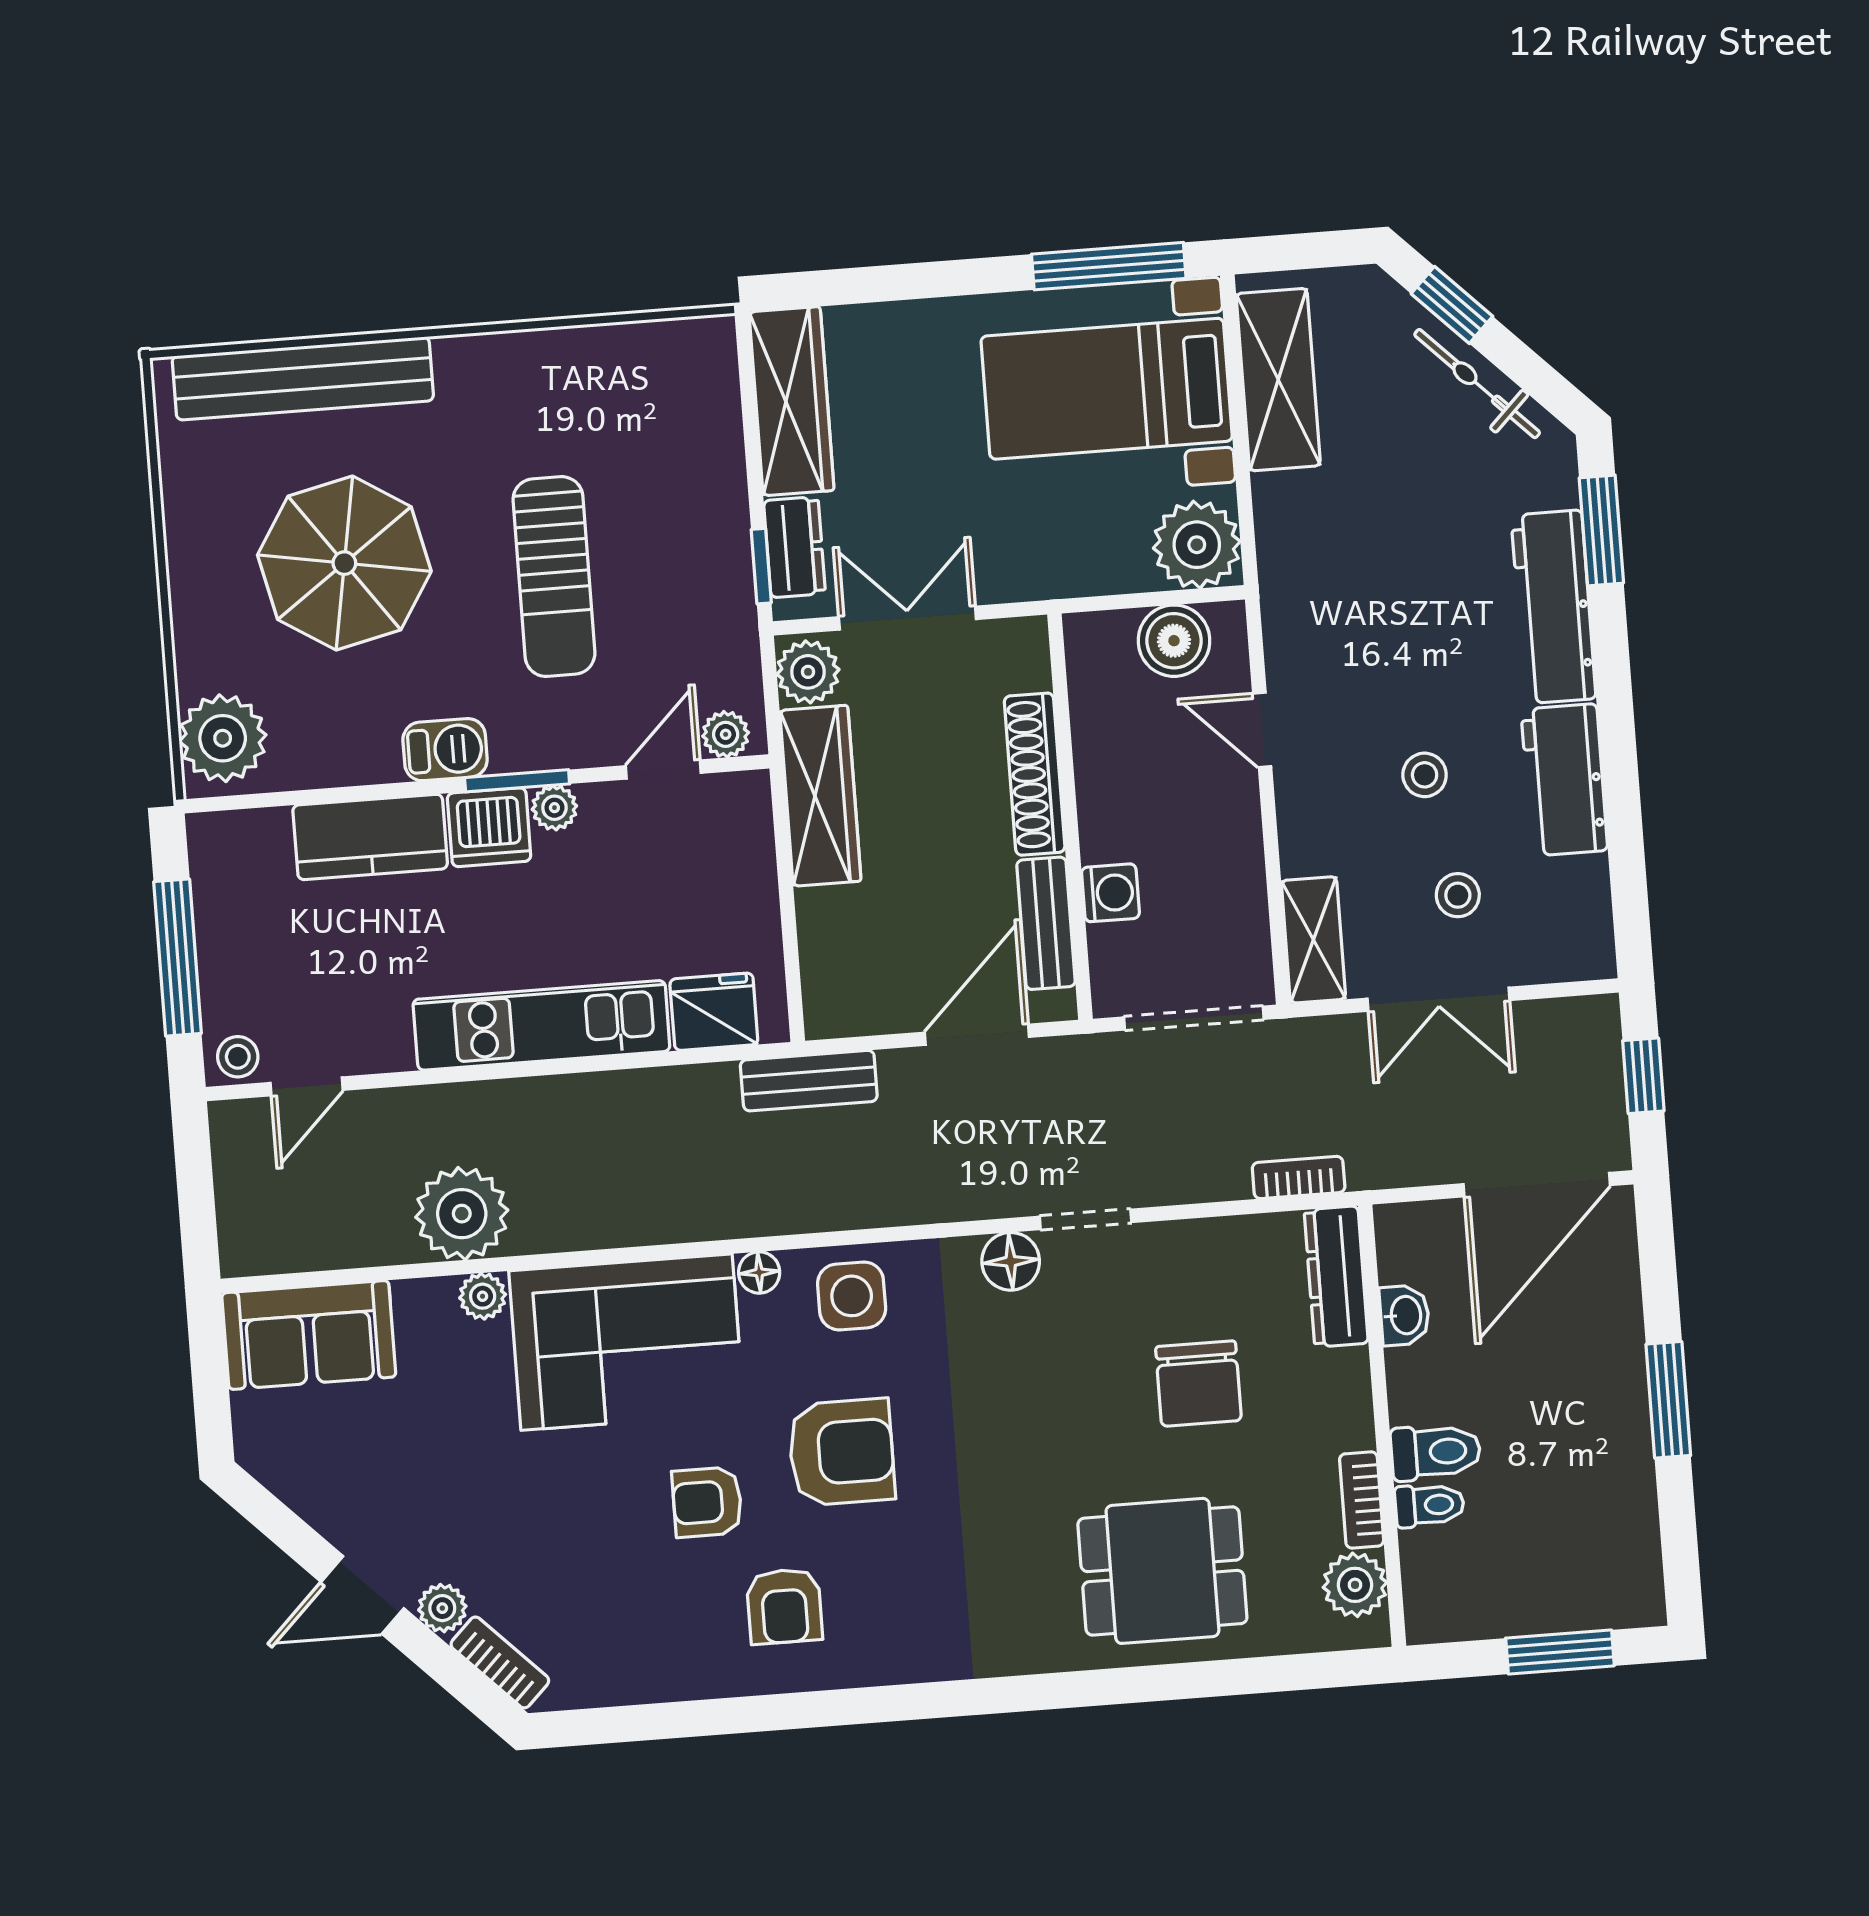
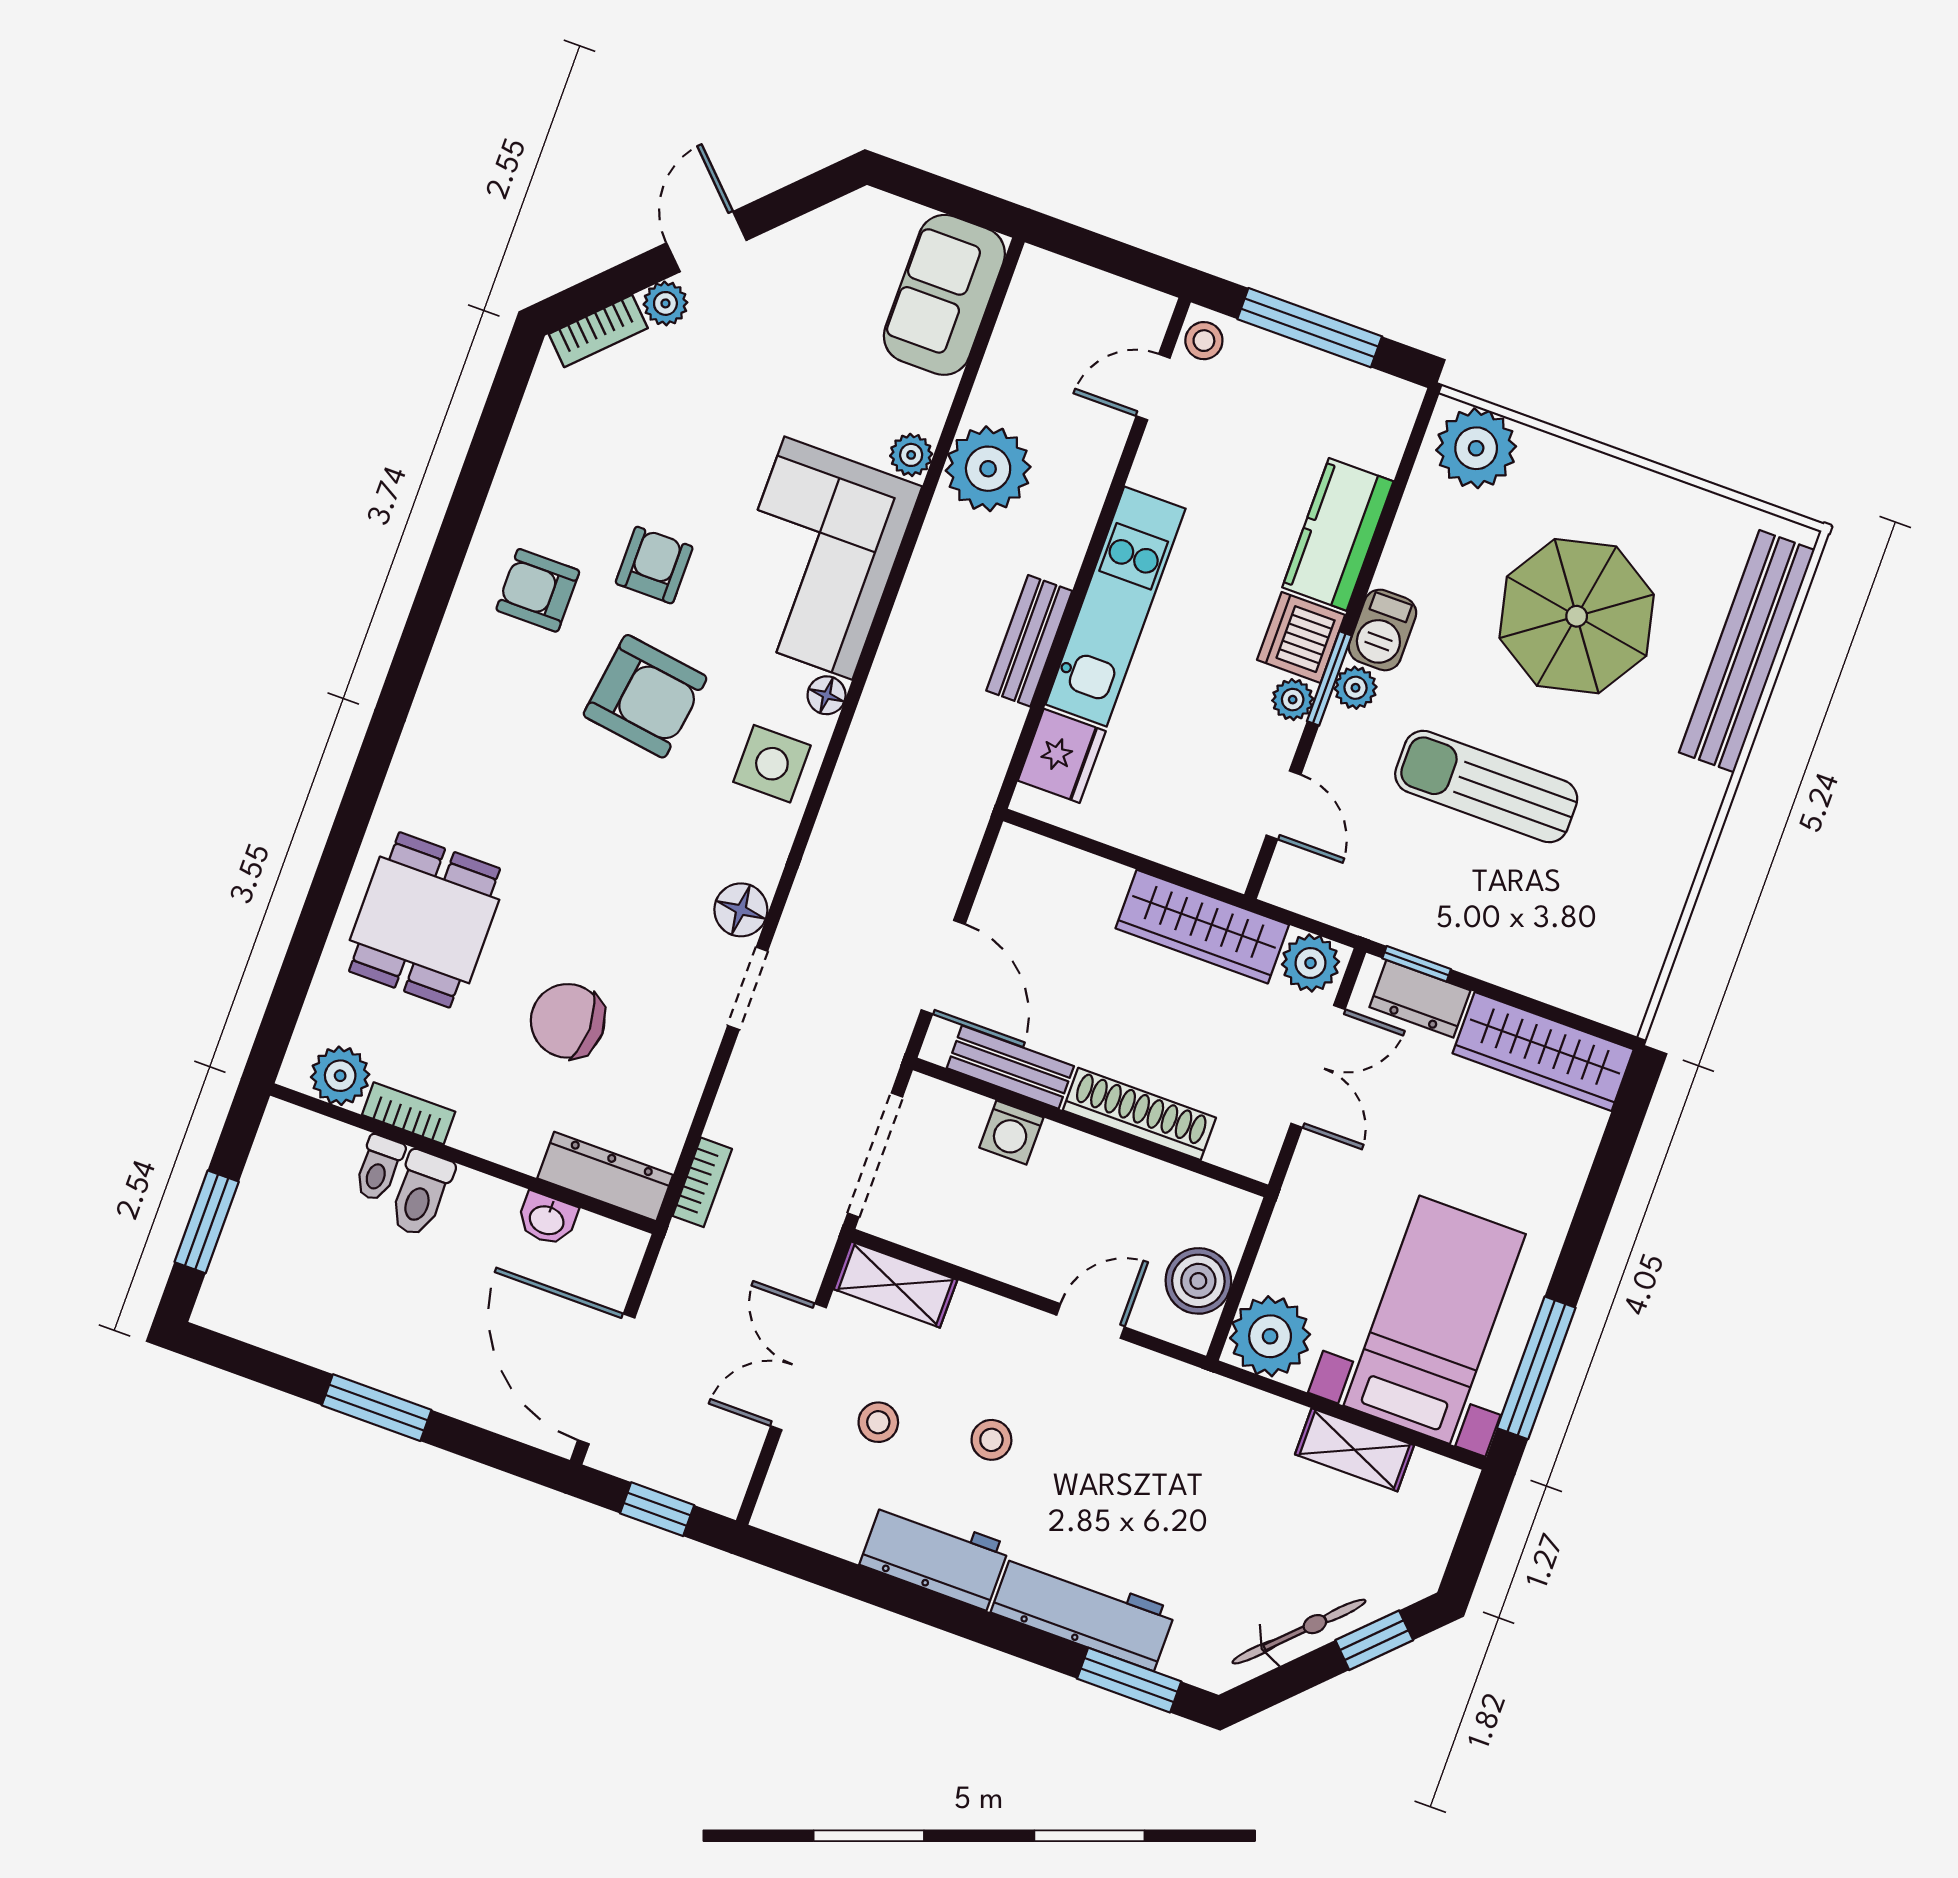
shelving: (1278, 380) -> (1355, 1450), width x0.67, depth x0.75
plant: (726, 734) -> (1355, 688), moved
bench: (809, 1081) -> (1029, 641), moved
door: (307, 1086) -> (1153, 387), hinge flipped
armchair: (841, 1452) -> (645, 696), turned -82

